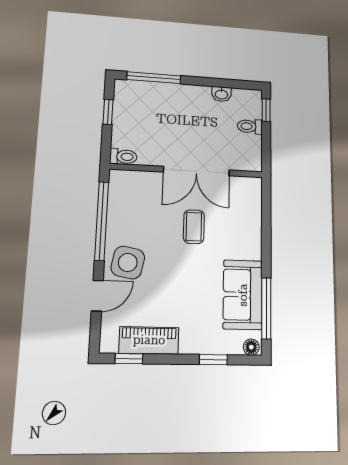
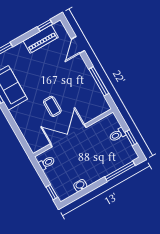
toilet: (250, 126) -> (47, 163), moved
toilet: (123, 157) -> (117, 135), moved
window: (102, 221) -> (99, 81), width x0.68
side table: (128, 263) -> (74, 69), removed

